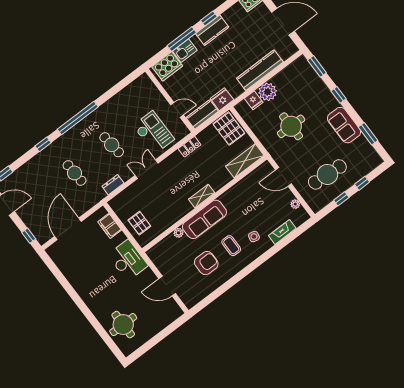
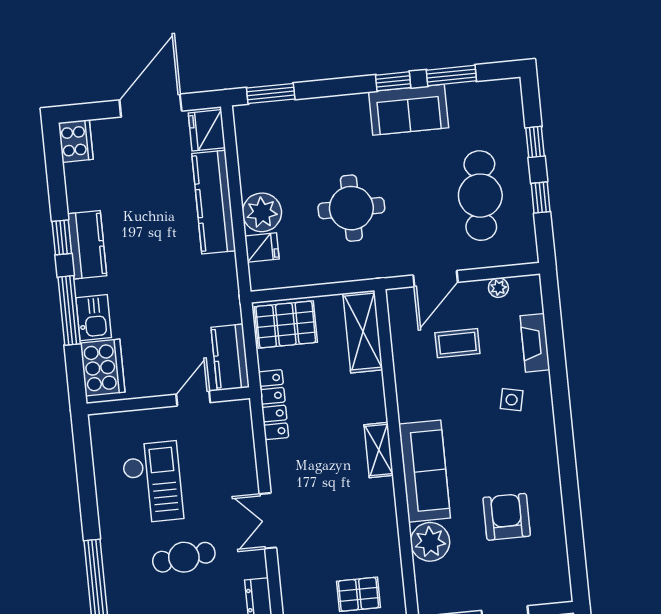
window: (339, 95) -> (393, 81), moved
fridge: (222, 99) -> (207, 130), moved
checkout: (154, 132) -> (152, 482), moved, turned 90
locker: (189, 147) -> (273, 405), width x1.53
plant: (178, 233) -> (430, 542), width x1.88, depth x1.88
coffee table: (231, 246) -> (457, 343), moved

